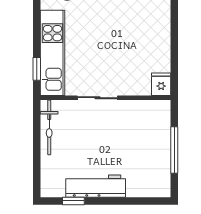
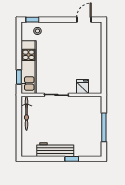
fridge: (161, 84) -> (82, 87), moved
window: (73, 201) -> (72, 159), moved

